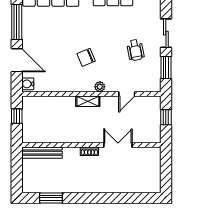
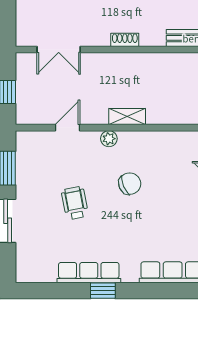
wheelchair: (135, 50) -> (75, 203), moved
double door: (118, 145) -> (59, 50), moved

